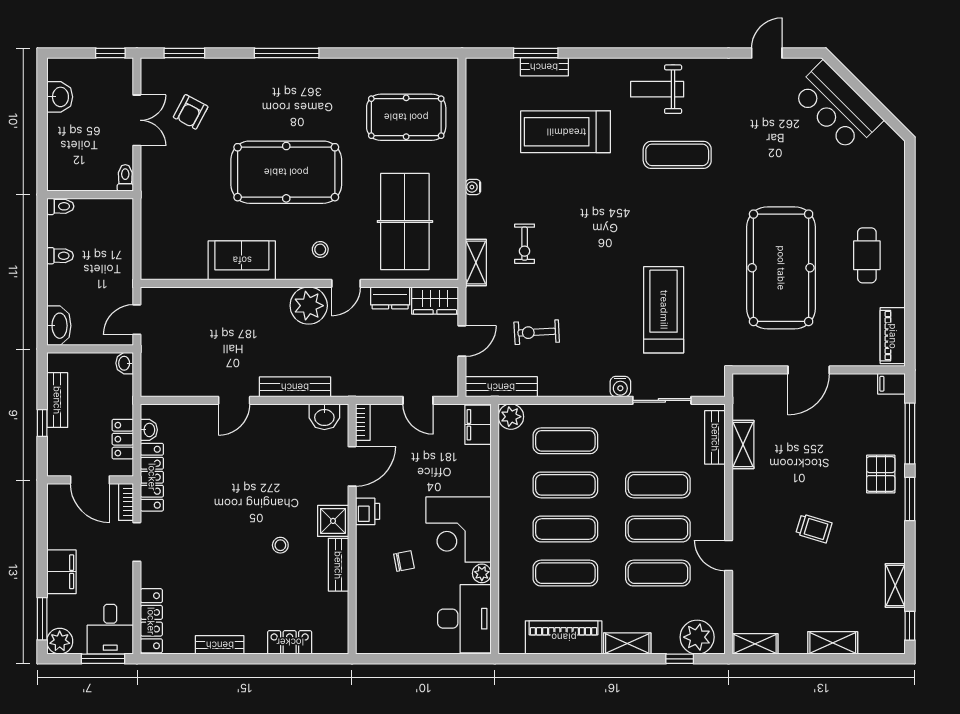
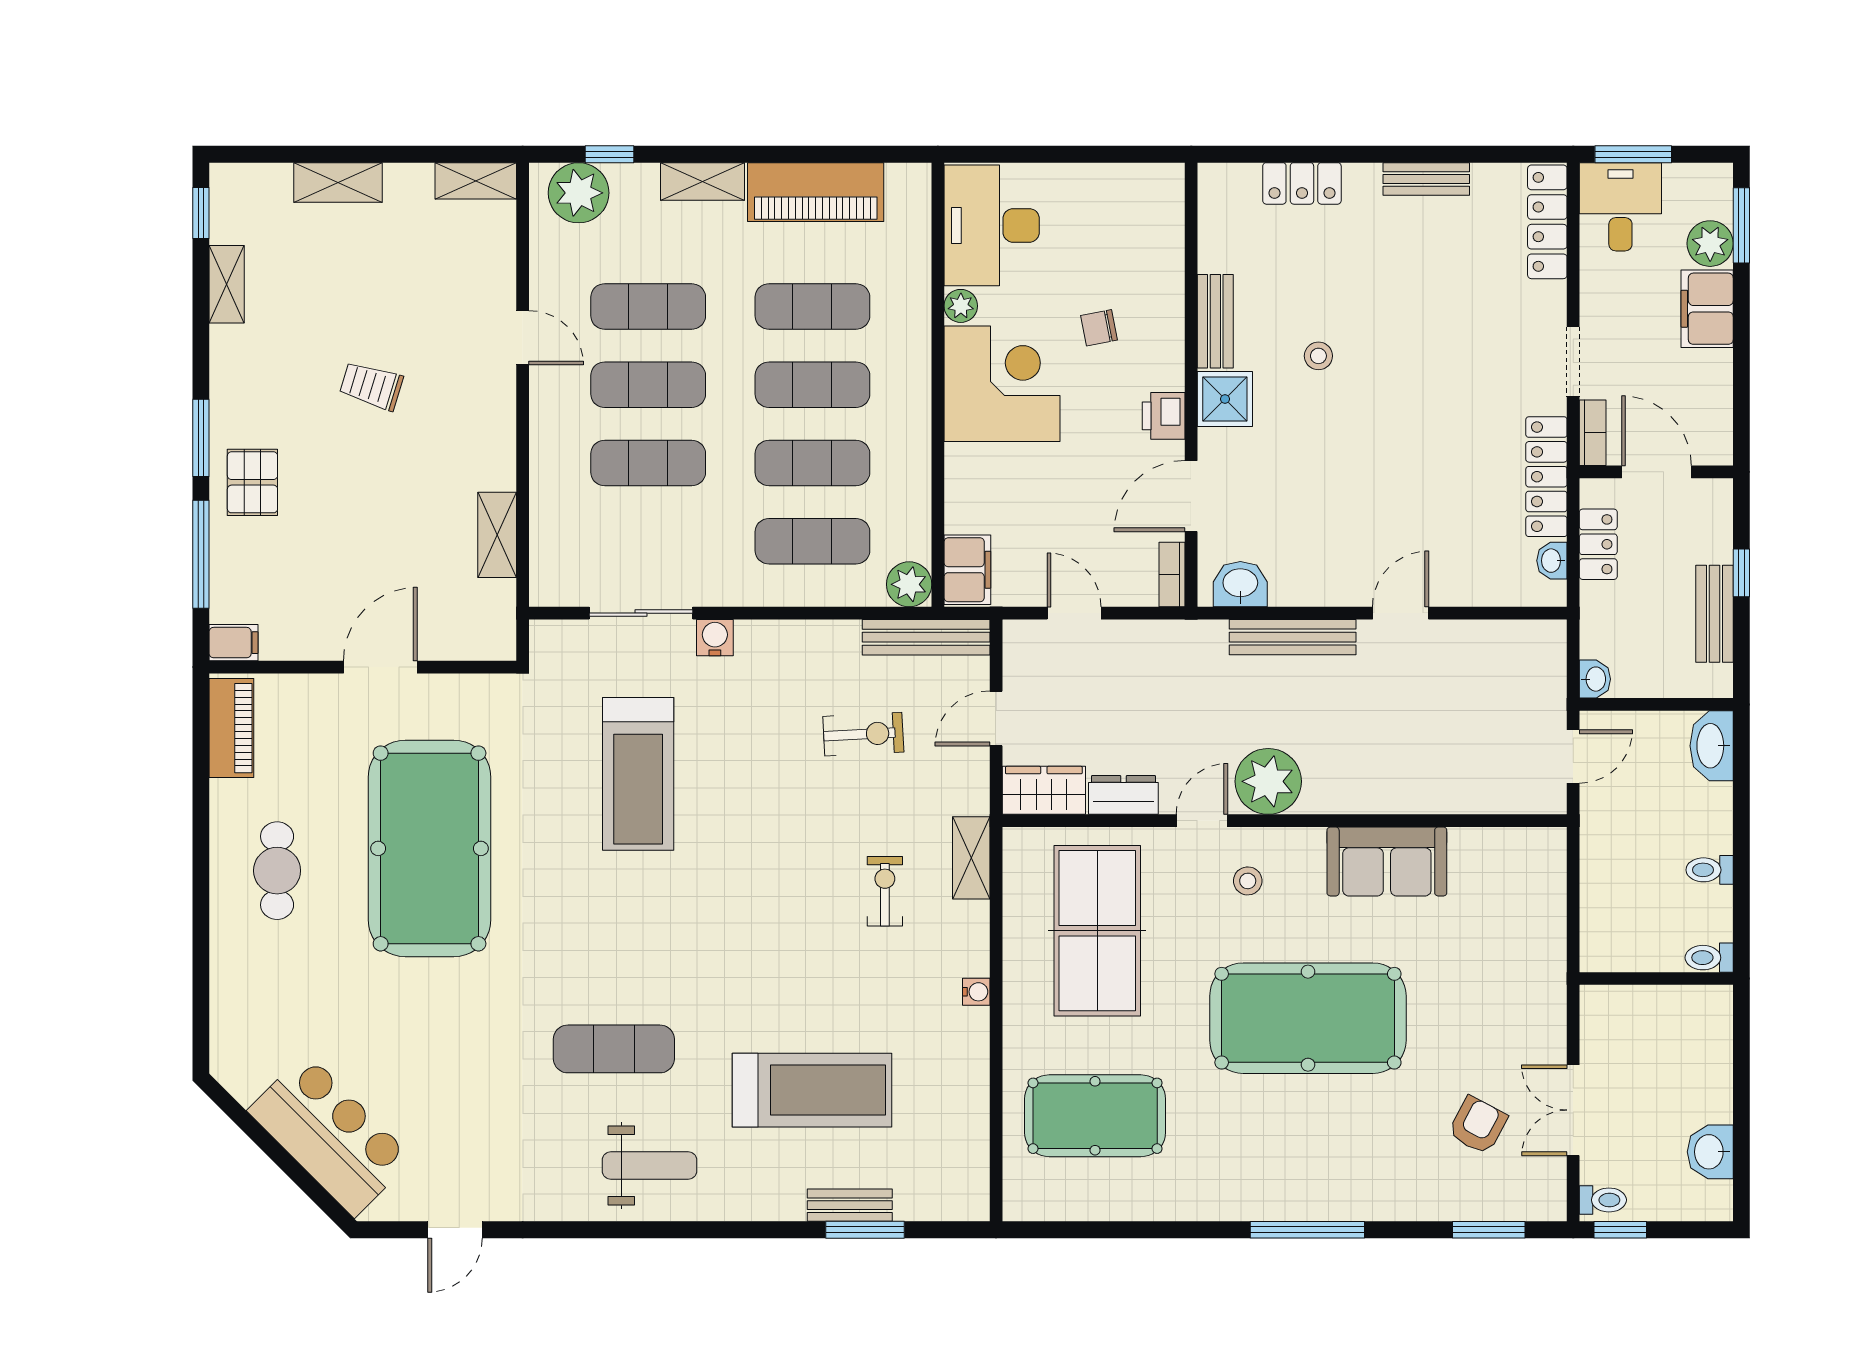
toilet: (125, 178) -> (1603, 1200), moved, turned -90
bench: (715, 437) -> (547, 547), removed
plant: (60, 641) -> (1710, 244), moved

